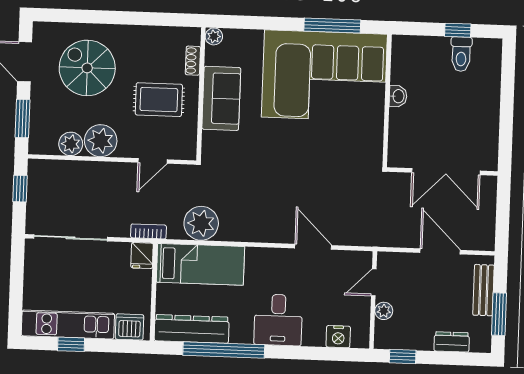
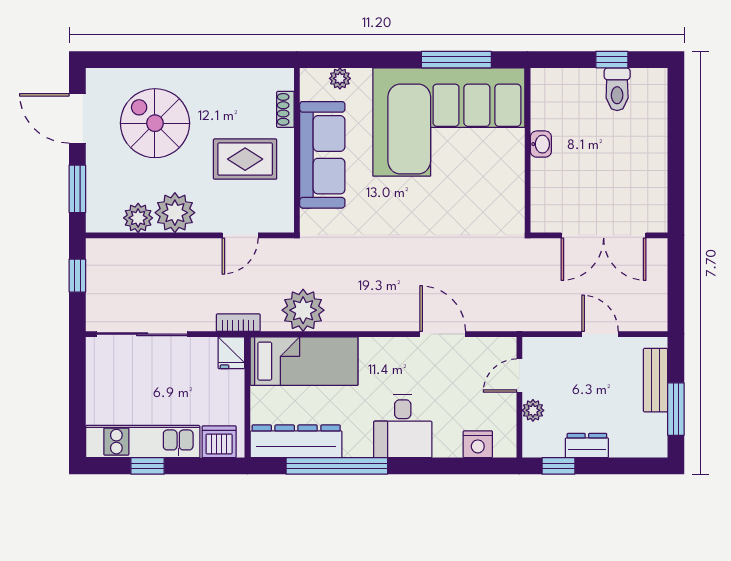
plant: (214, 36) -> (340, 78), moved
sofa: (221, 98) -> (322, 155), width x1.36
door: (440, 251) -> (600, 334), width x0.73
dresser: (452, 342) -> (587, 446), moved

